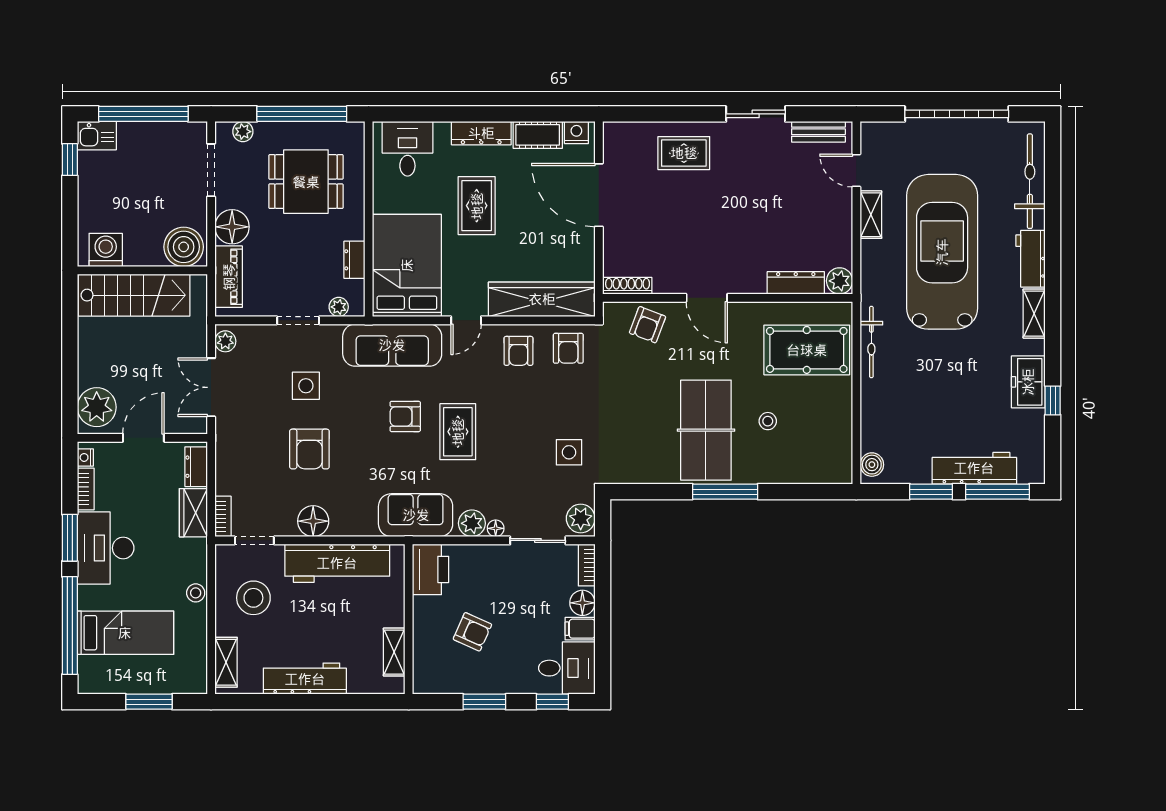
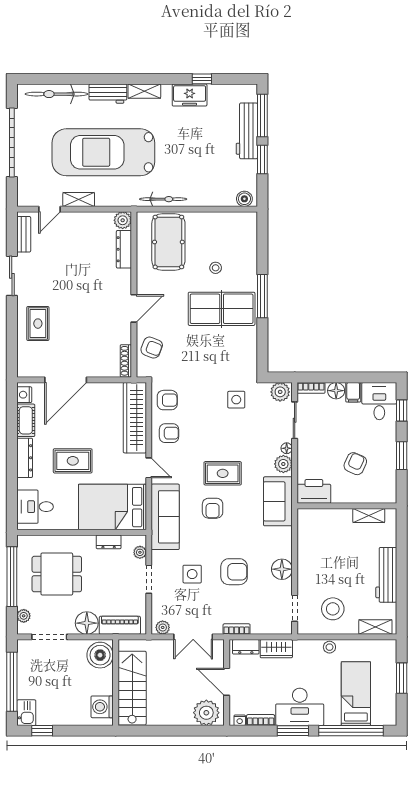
dining table: (306, 182) -> (57, 574), turned 90
bookcase: (223, 516) -> (237, 629), moved
workbench: (337, 563) -> (310, 553), removed

